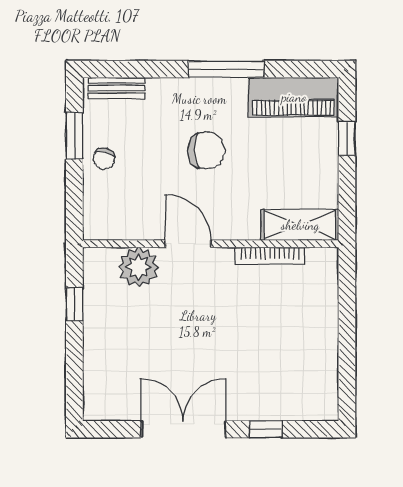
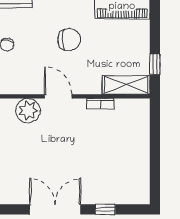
window: (347, 139) -> (155, 64), moved
bookcase: (270, 256) -> (100, 104), width x0.64

